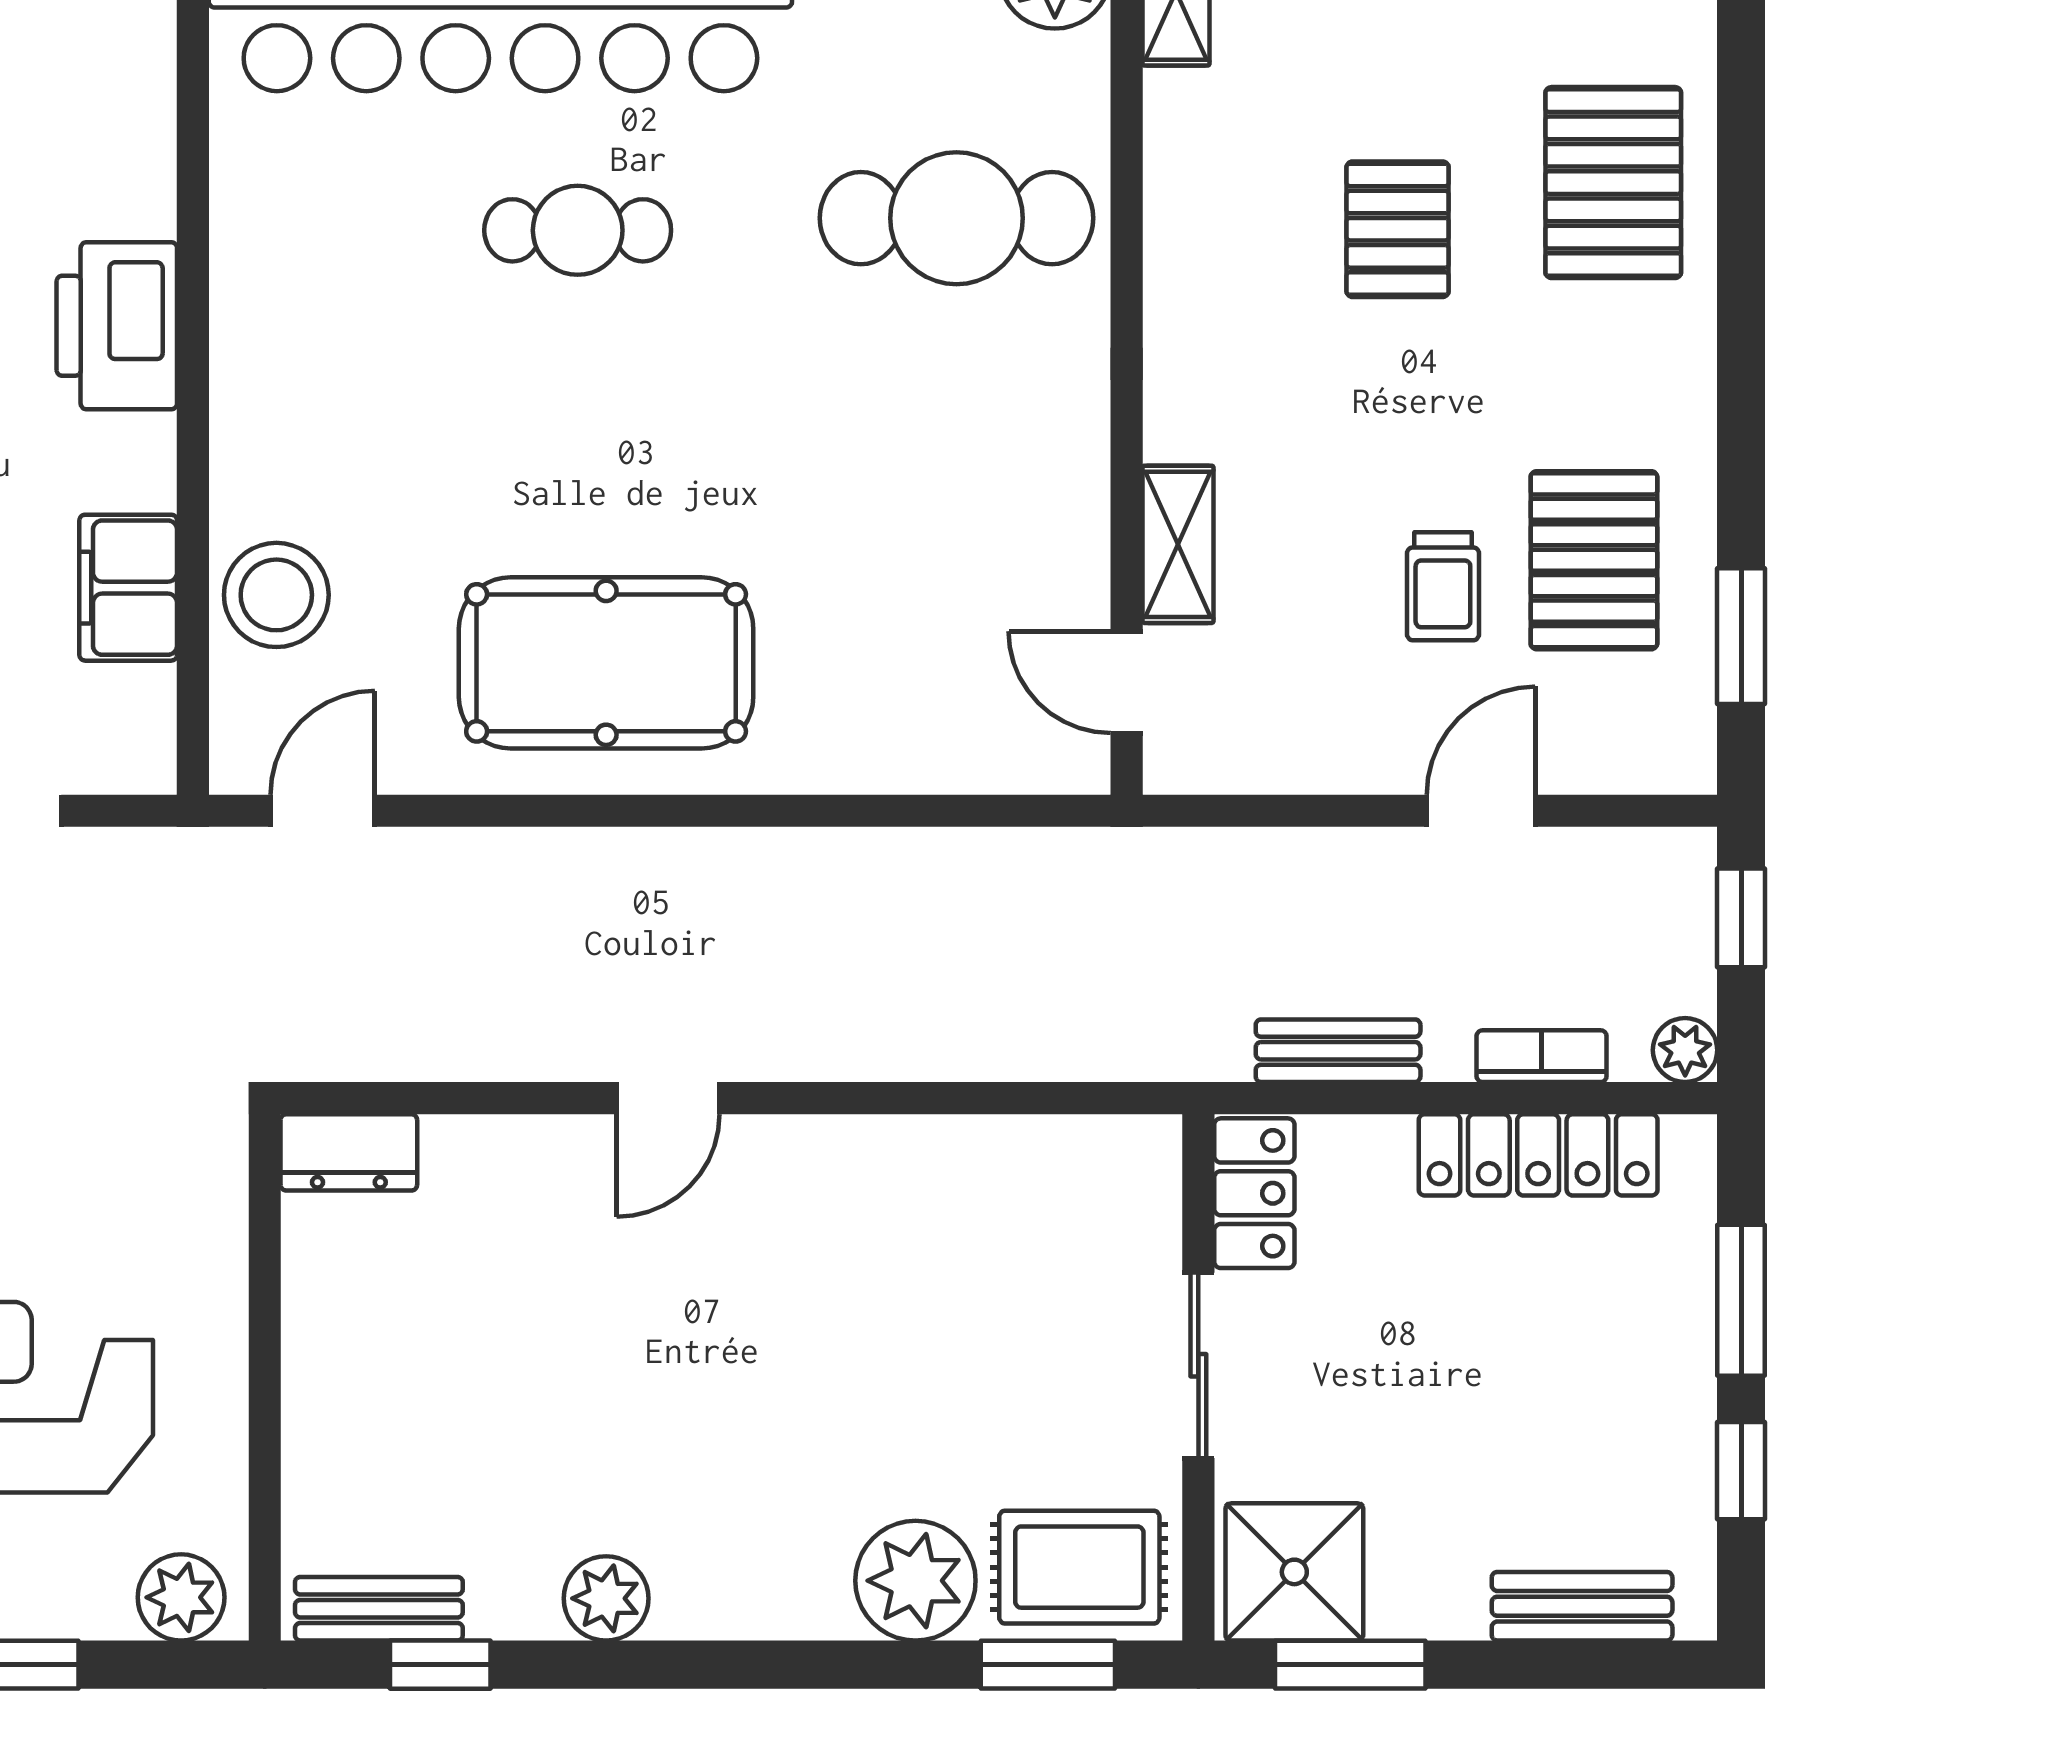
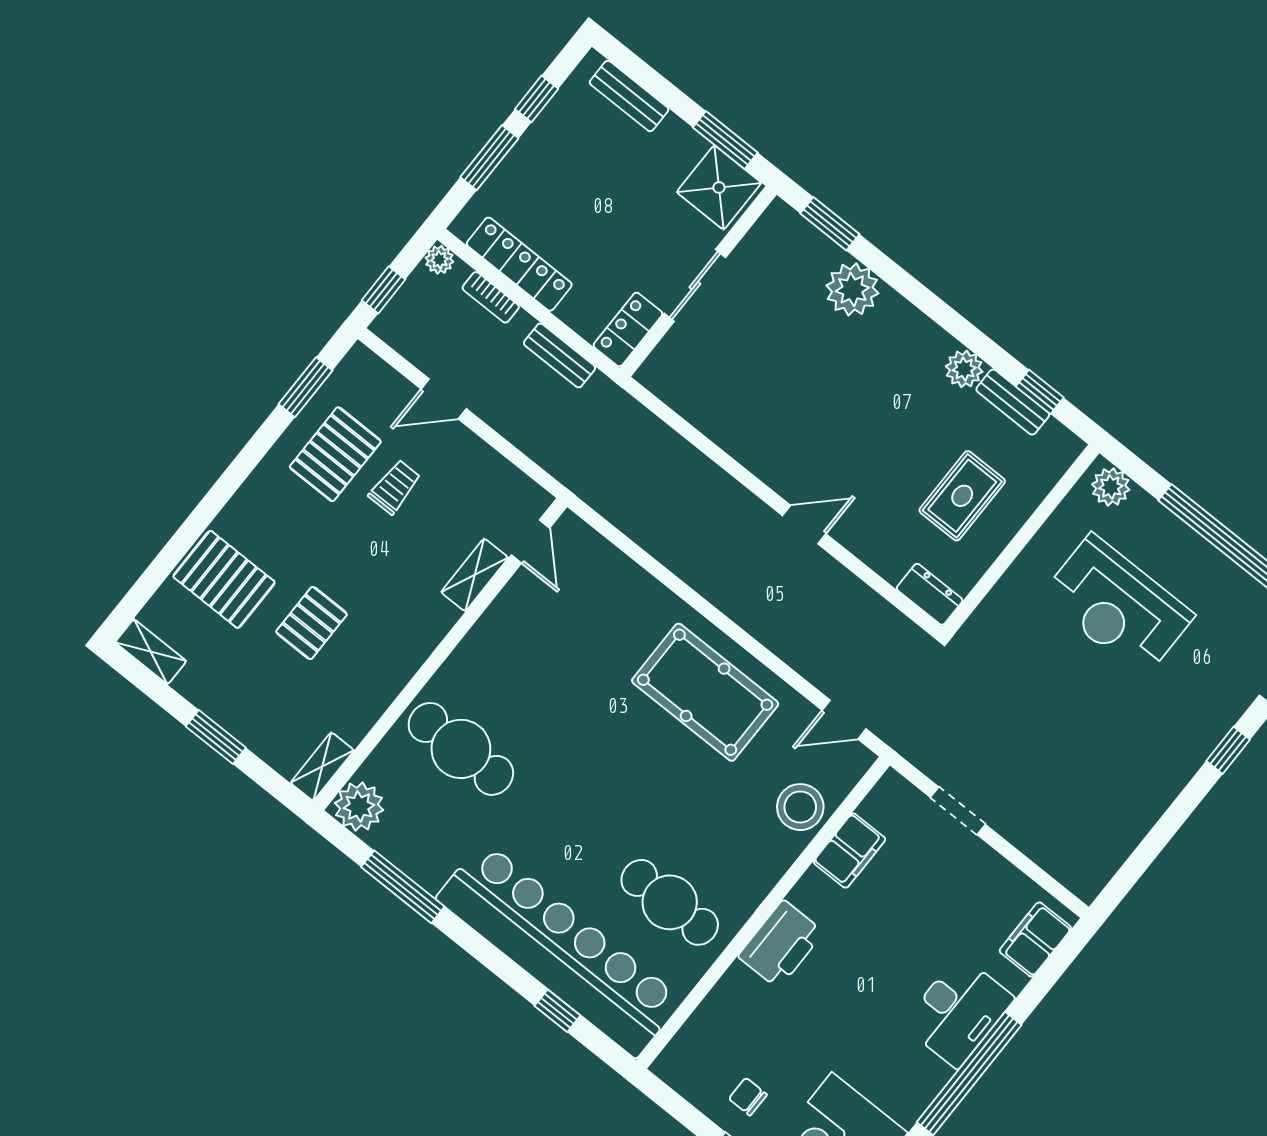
pallet: (1613, 183) -> (224, 579), turned 90
cafe table: (578, 230) -> (670, 902), moved, width x1.37, depth x1.35
rug: (1079, 1567) -> (962, 496), moved, turned 90
bench: (379, 1609) -> (1013, 402), moved

